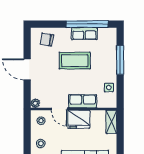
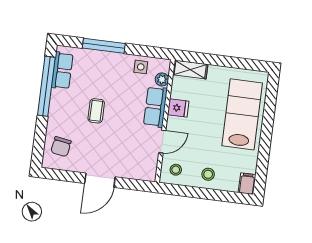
row of seats: (84, 34) -> (62, 71), moved
coffee table: (75, 61) -> (96, 111), width x0.54, depth x0.58
plant: (35, 103) -> (162, 79), moved
fridge: (79, 119) -> (178, 108), width x0.53, depth x0.75

